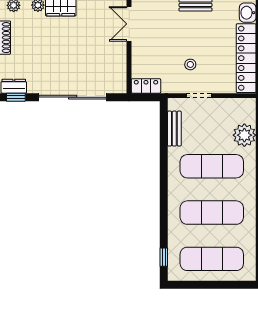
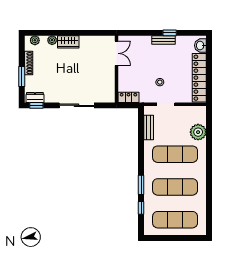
double door: (129, 24) -> (116, 53), swing flipped
sliding door: (73, 97) -> (77, 105), width x0.73
window: (164, 210) -> (141, 185), added
window: (164, 257) -> (141, 208), moved

